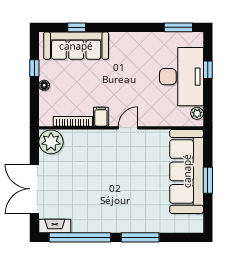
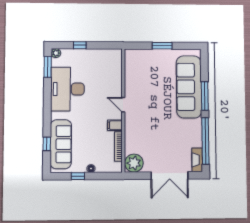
desk: (181, 77) -> (67, 89), moved, turned -90
plant: (197, 113) -> (56, 53), moved
sofa: (187, 171) -> (189, 87), moved, turned 90

